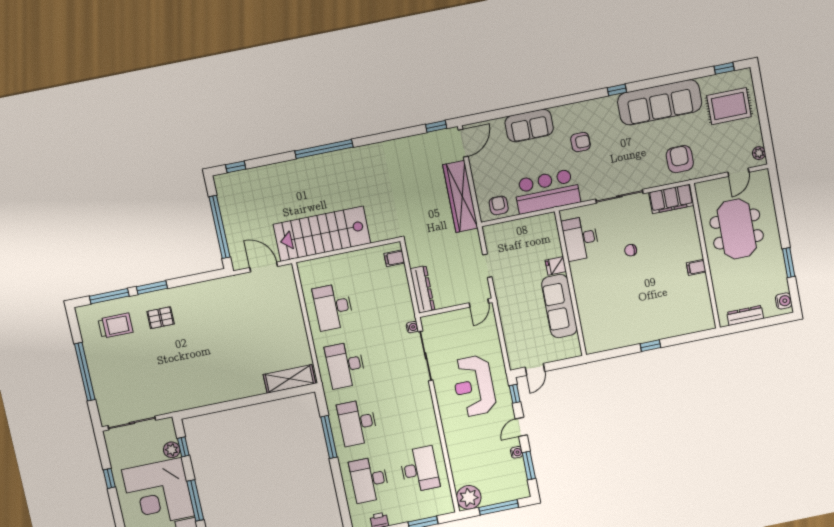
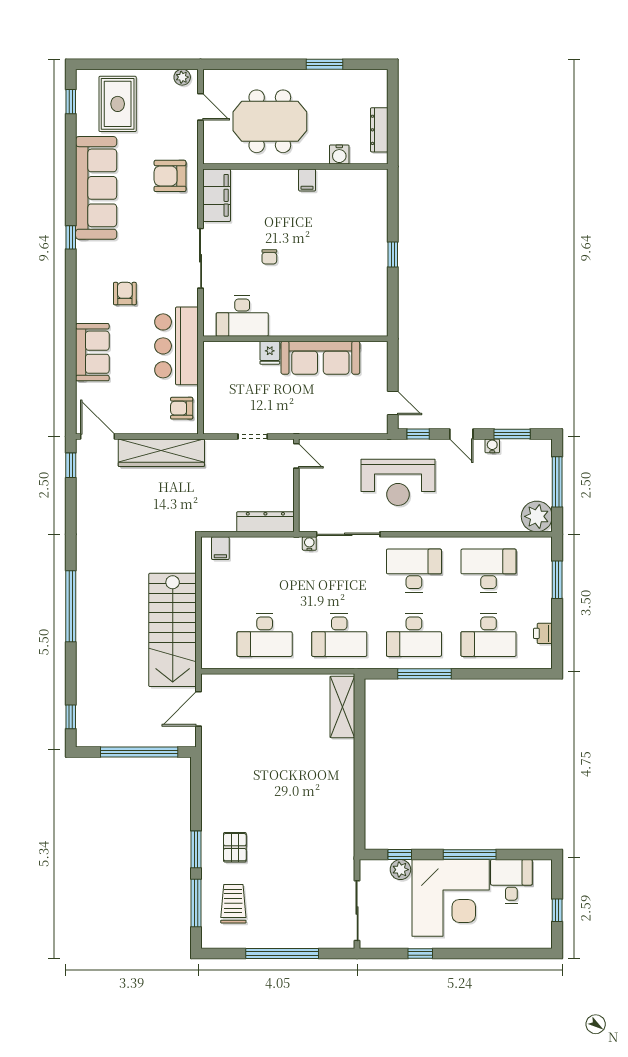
water cooler: (784, 301) -> (339, 154), moved, turned 180
desk: (408, 412) -> (414, 571), added

